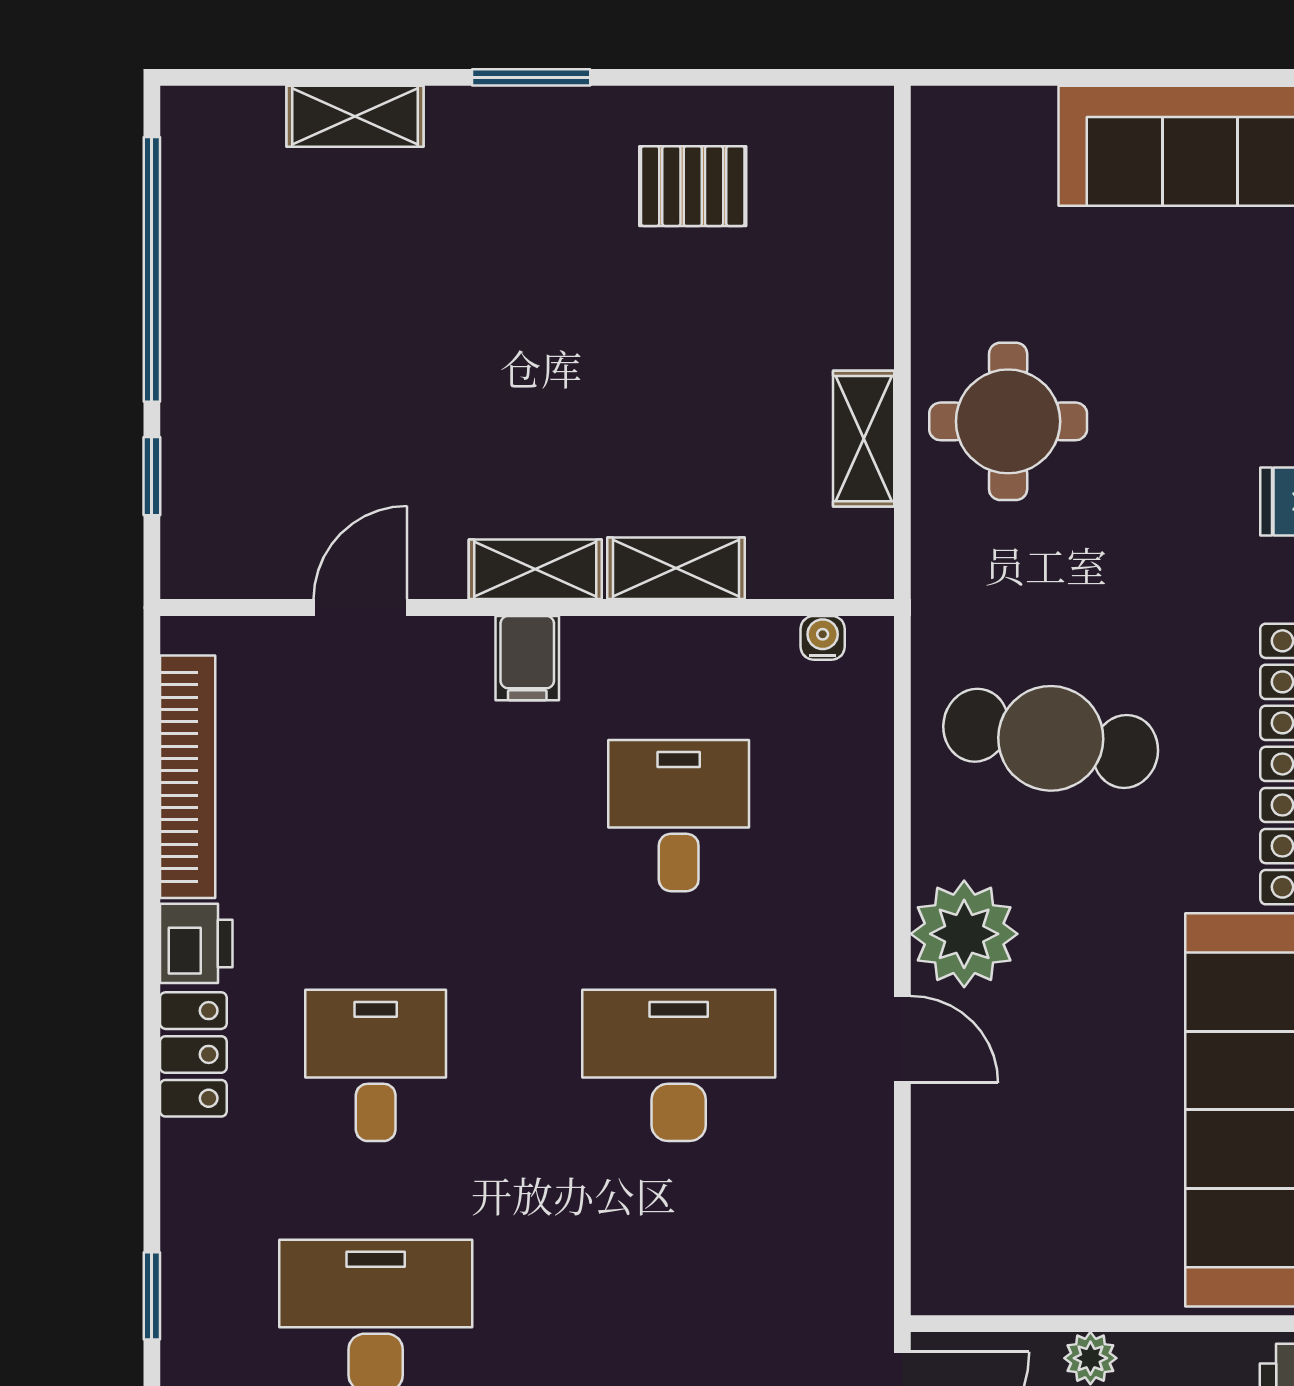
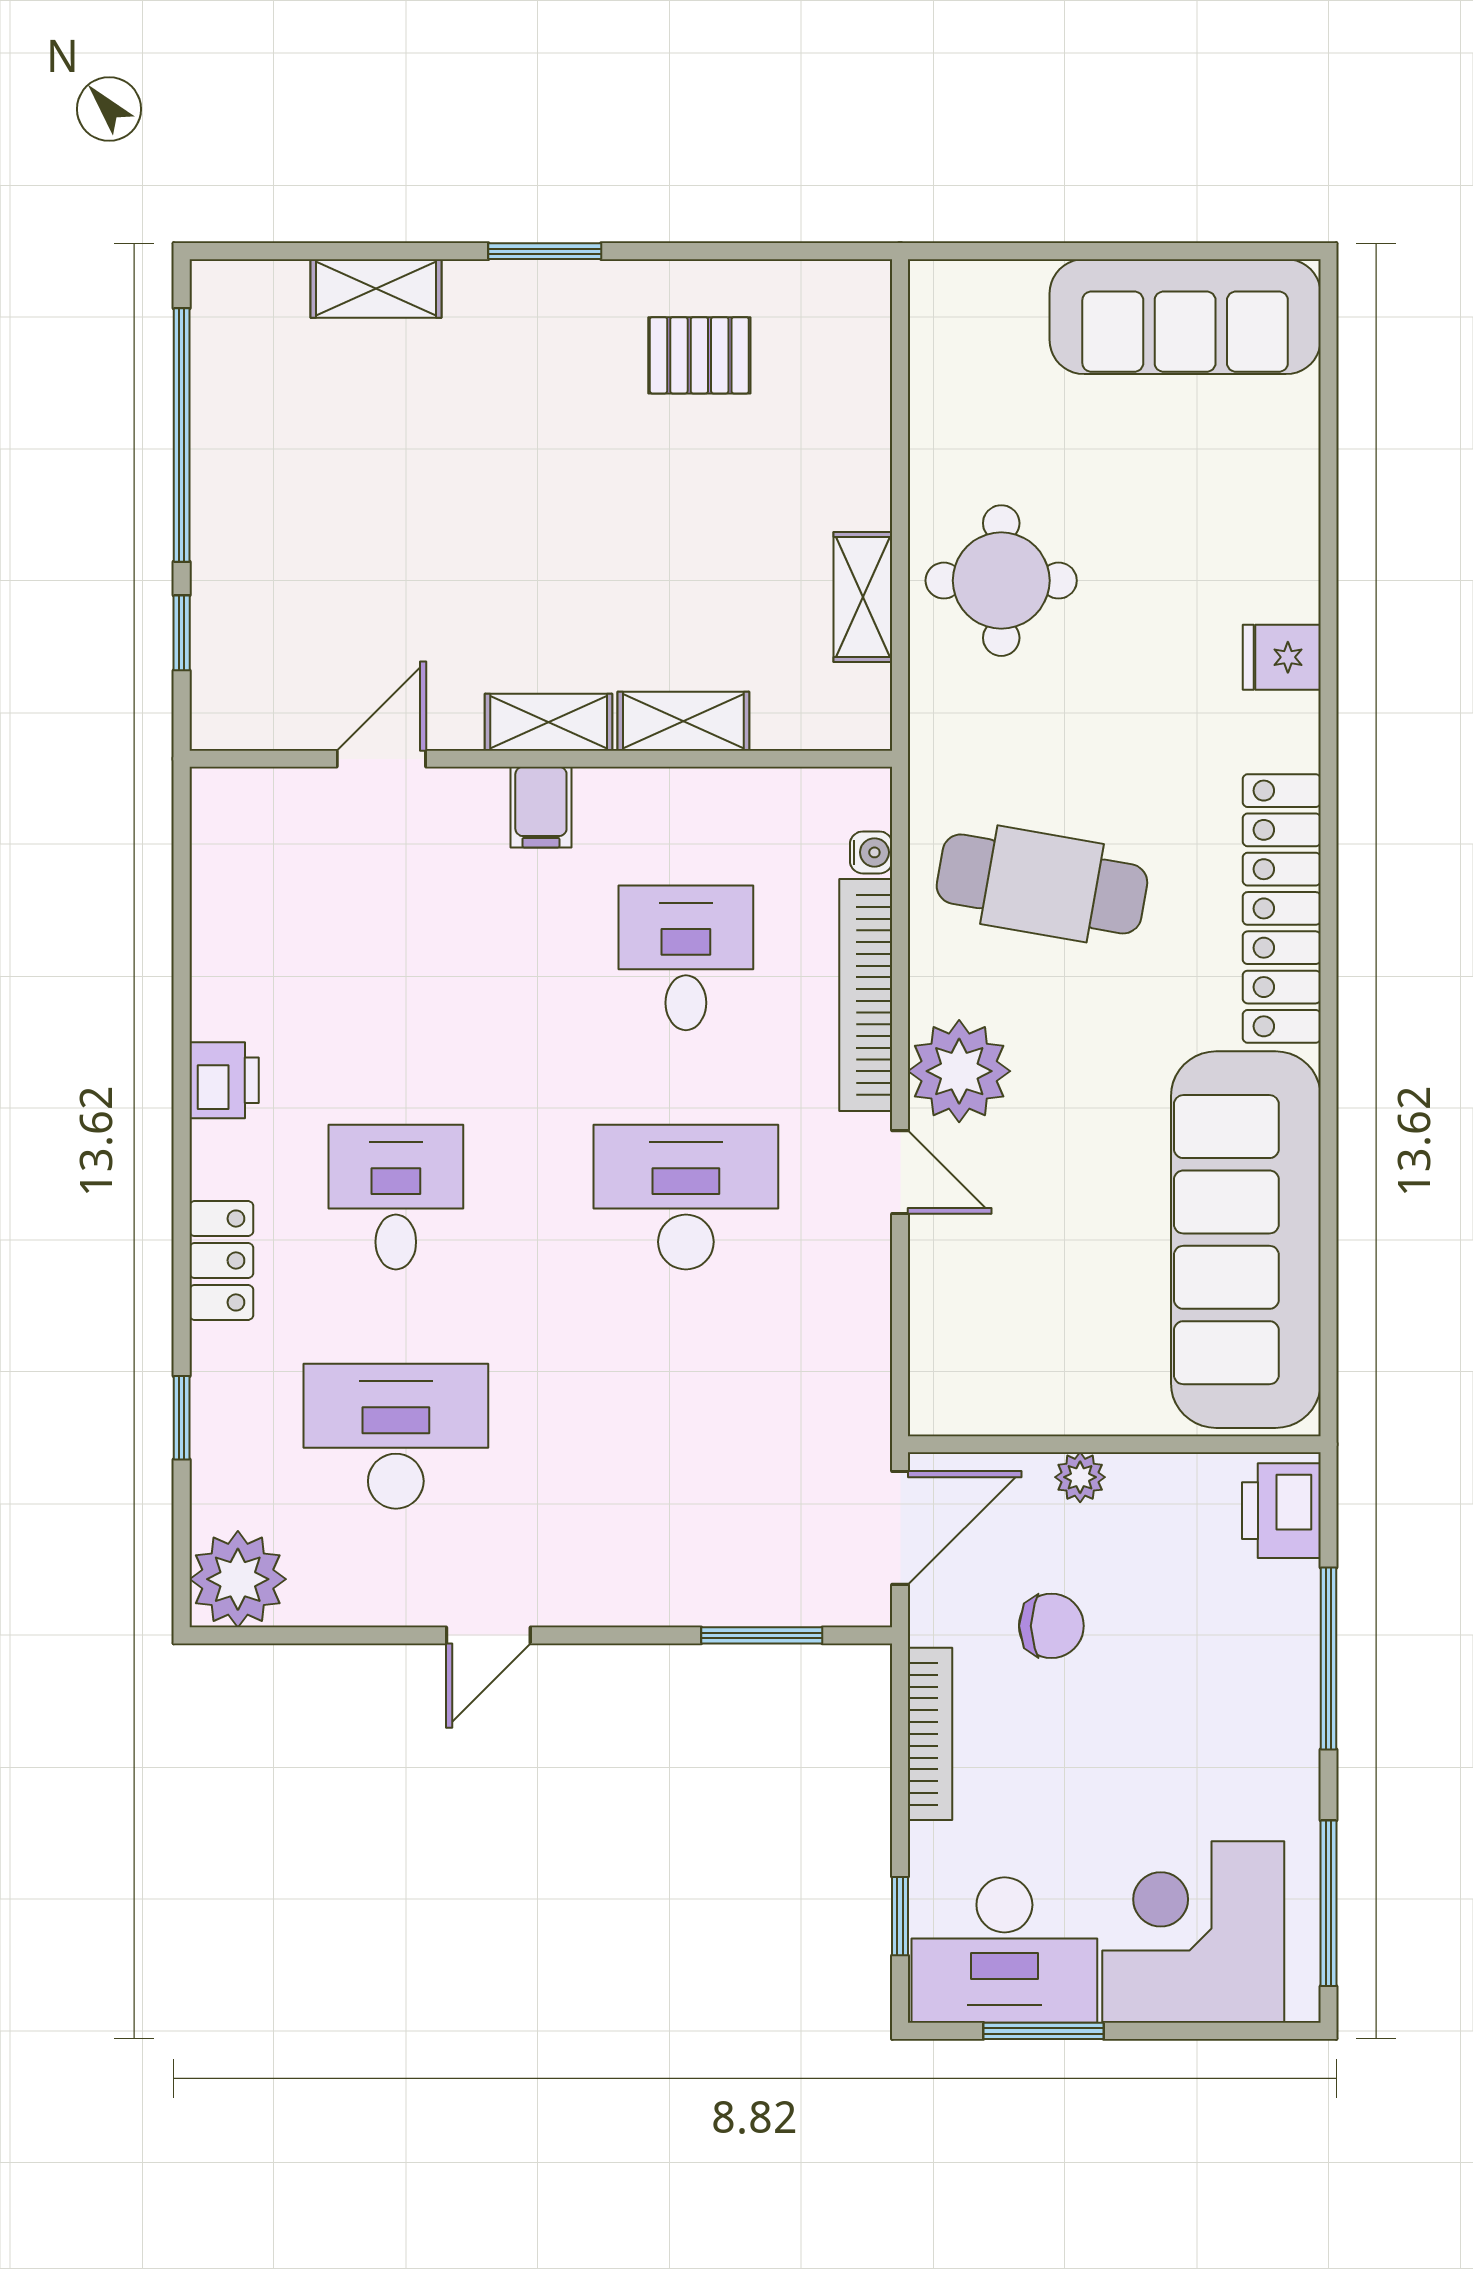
water cooler: (823, 638) -> (871, 852), moved, turned 90
bookcase: (188, 777) -> (866, 995), moved, turned 180
locker: (193, 1054) -> (221, 1260), moved

